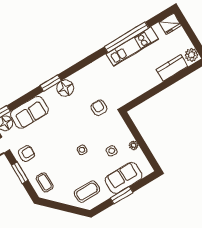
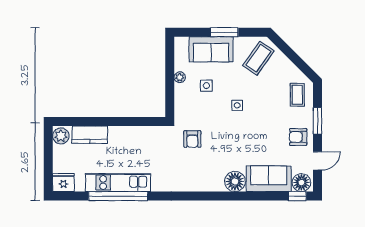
window: (51, 83) -> (228, 196), removed
floor lamp: (65, 88) -> (235, 181), moved
coffee table: (87, 191) -> (258, 58), turned -55

